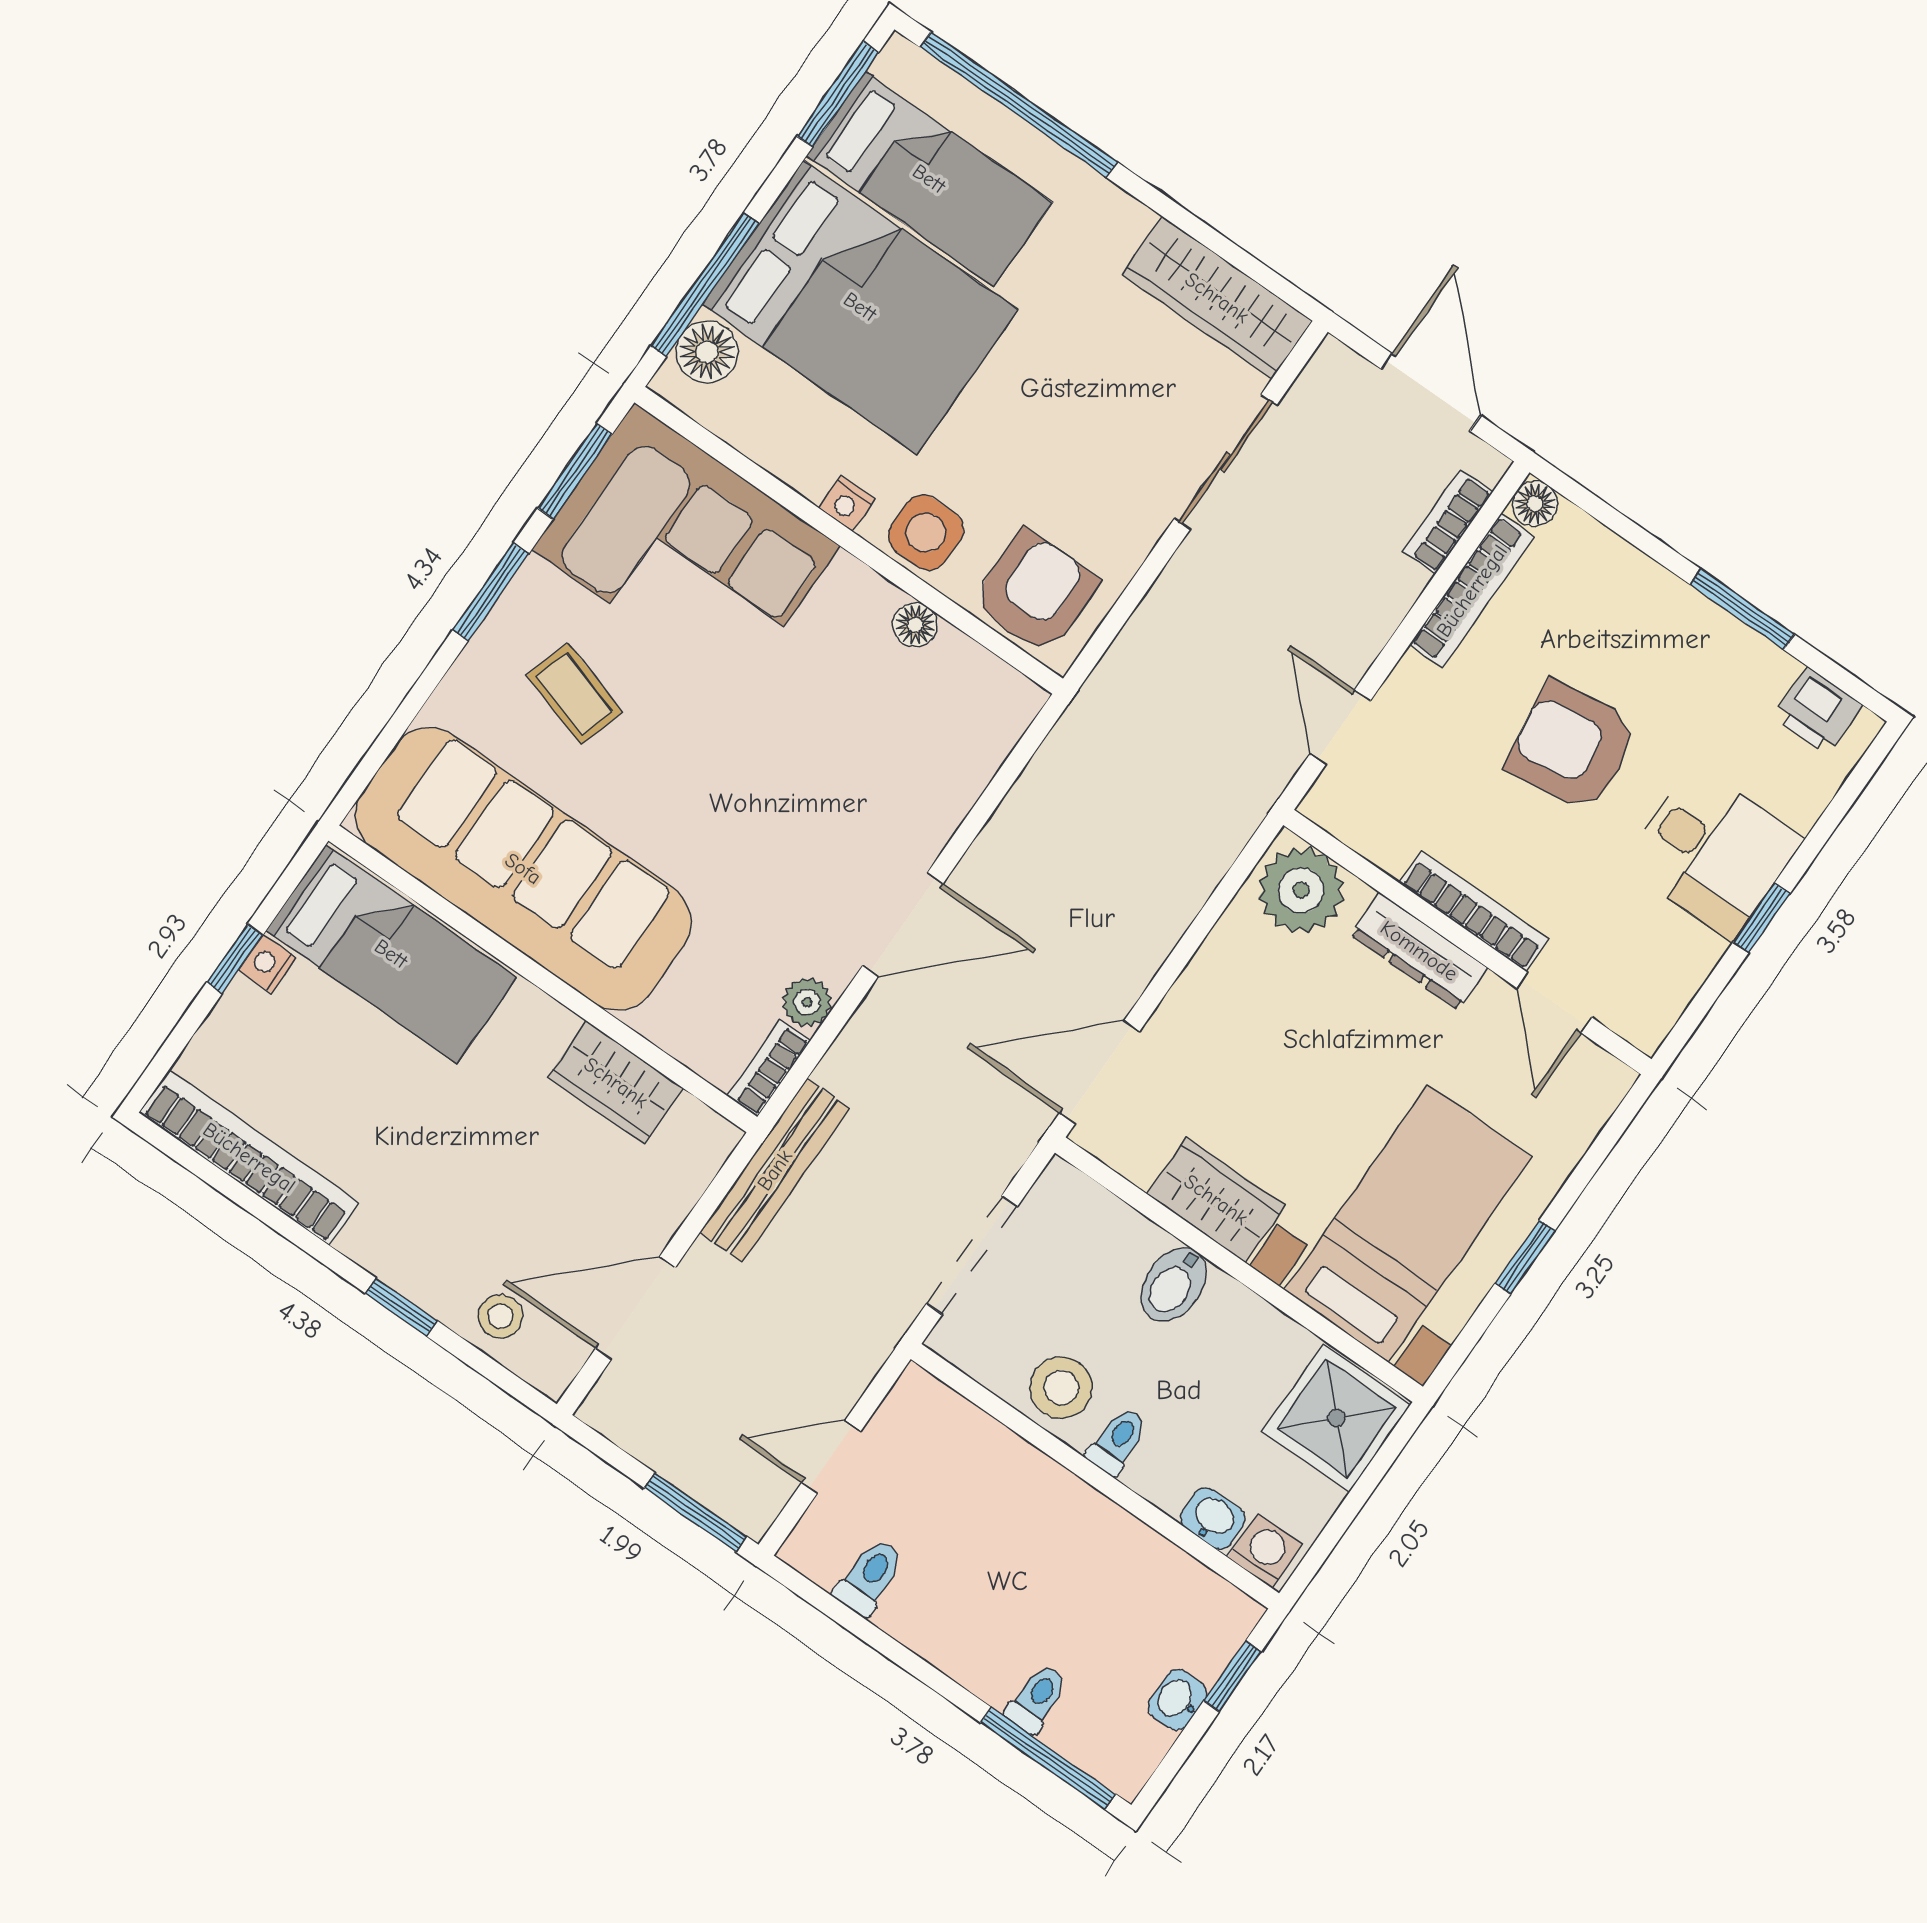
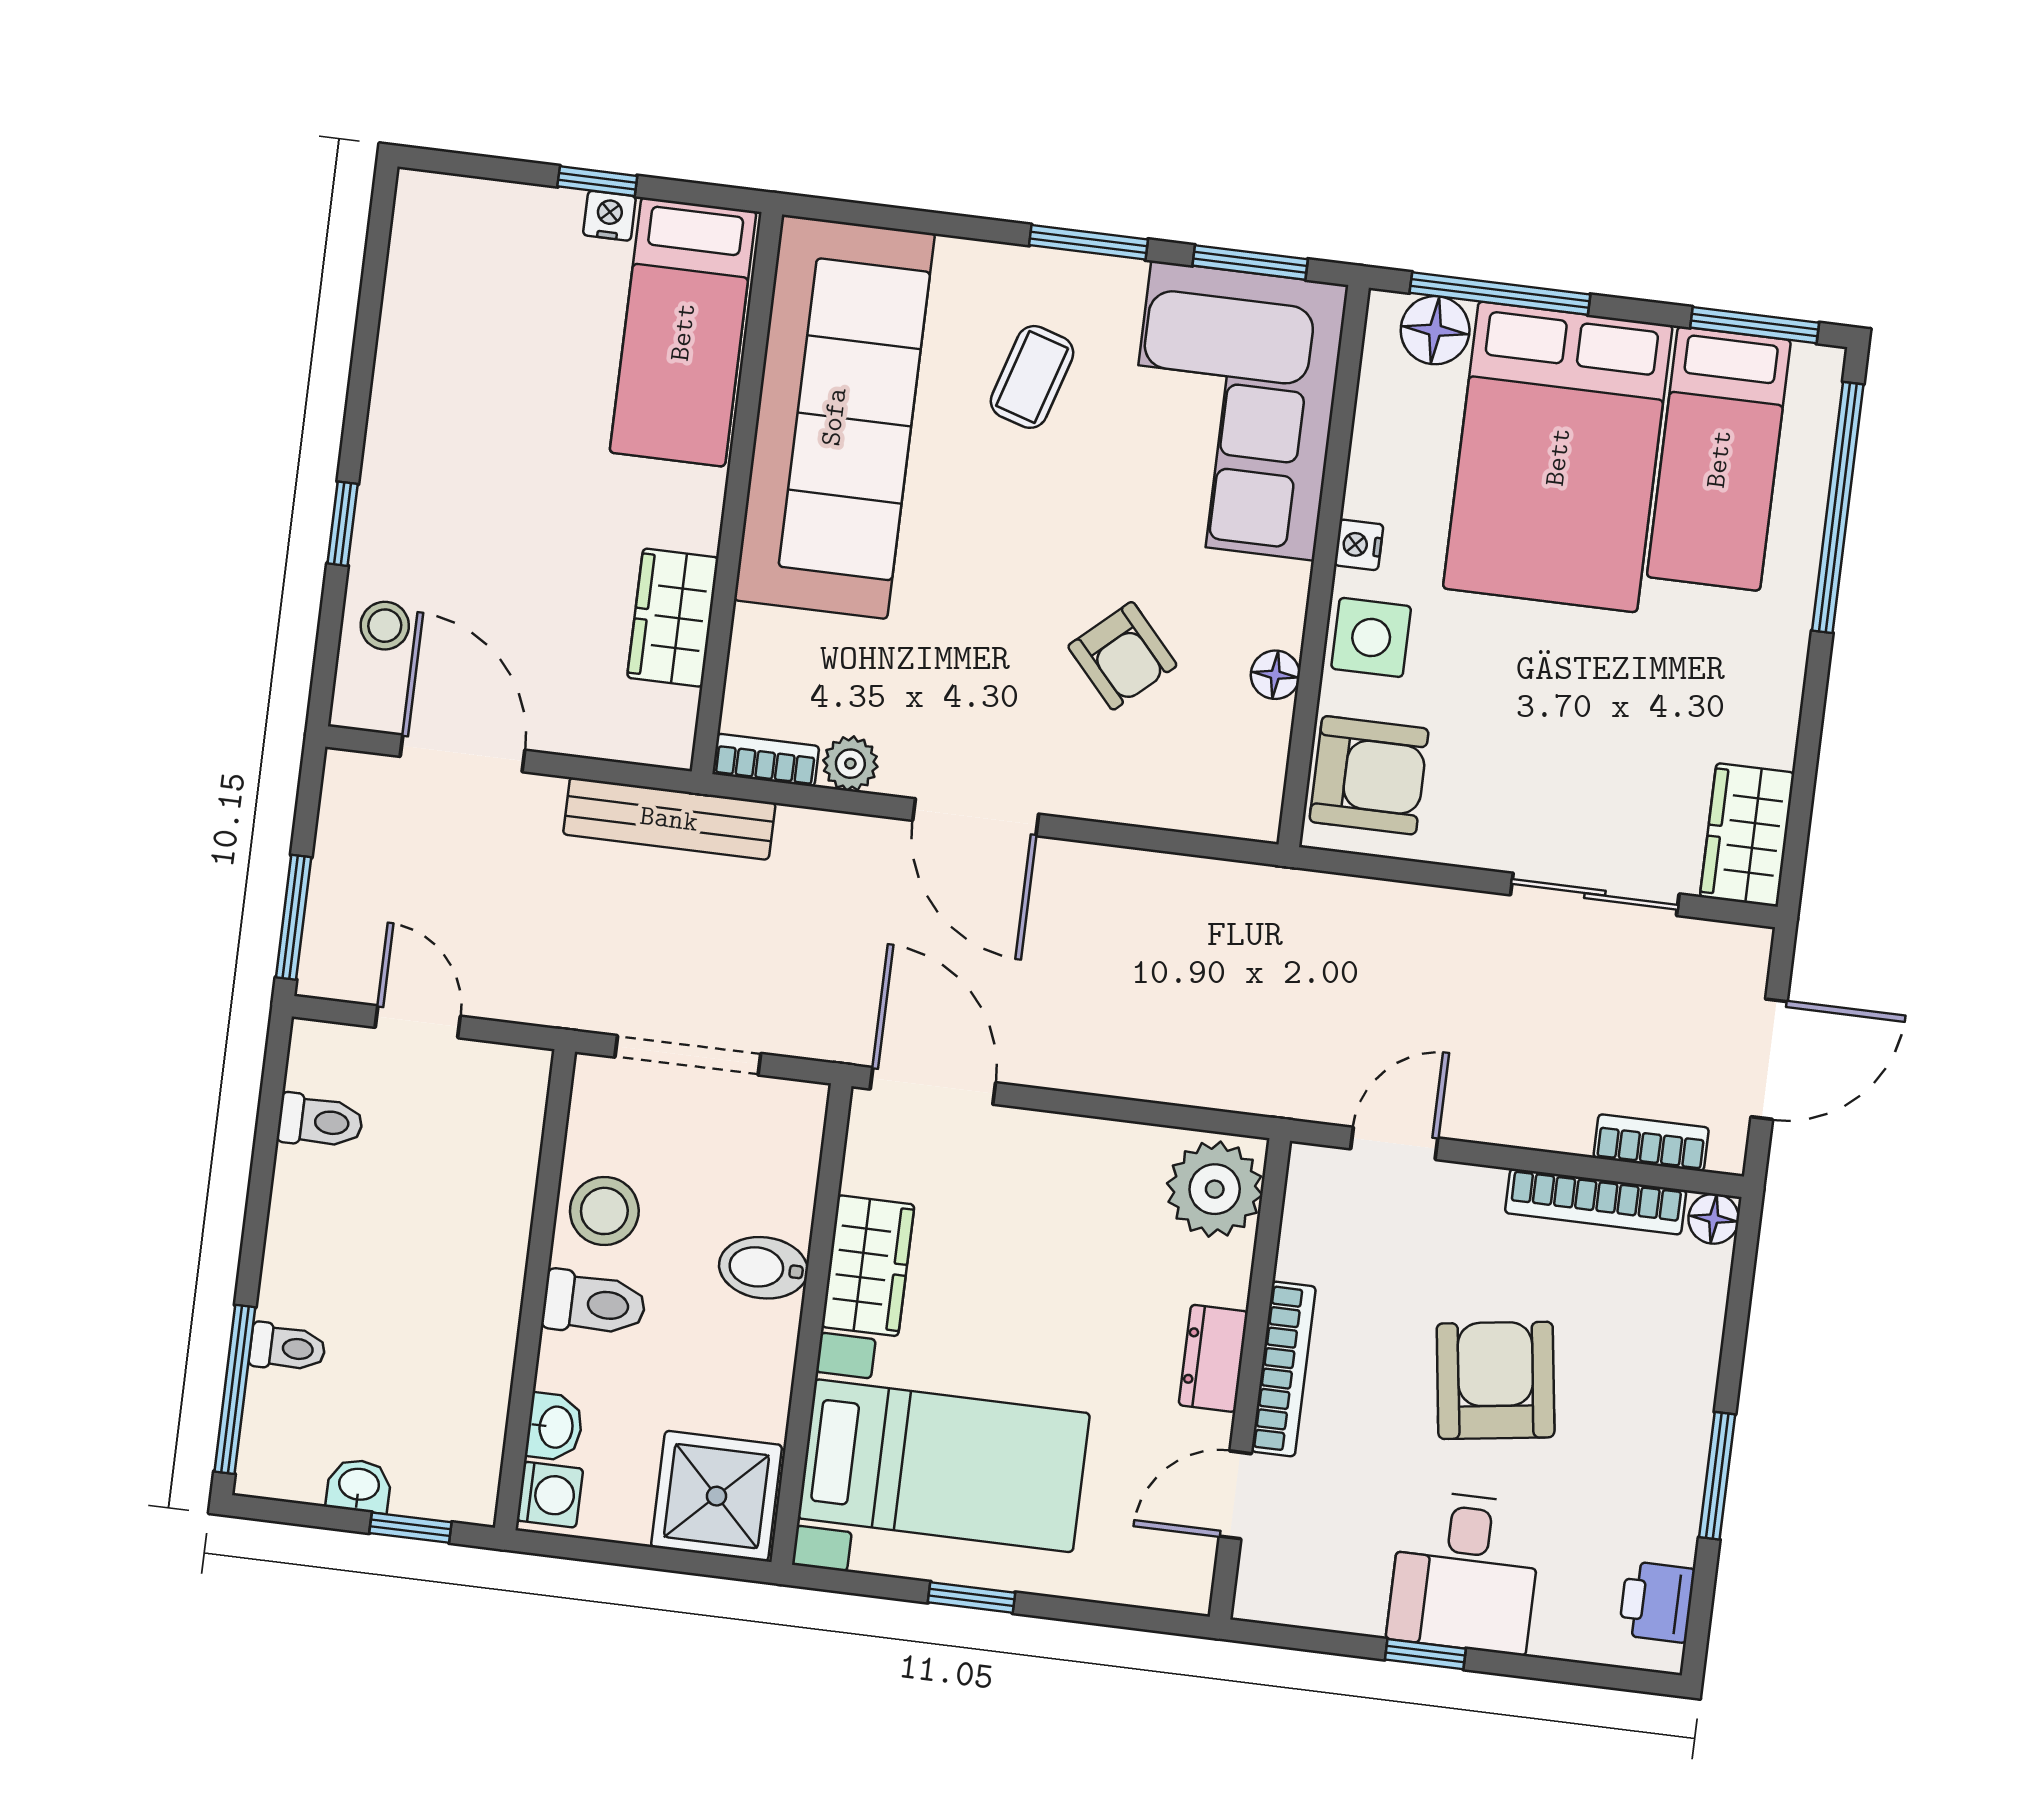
wardrobe: (1217, 298) -> (1747, 835), width x0.67
armchair: (836, 739) -> (1122, 656), added
dresser: (1419, 951) -> (1213, 1358), width x0.70
bookcase: (249, 1158) -> (411, 298), removed
toilet: (1118, 1441) -> (594, 1304), width x1.37, depth x1.39

